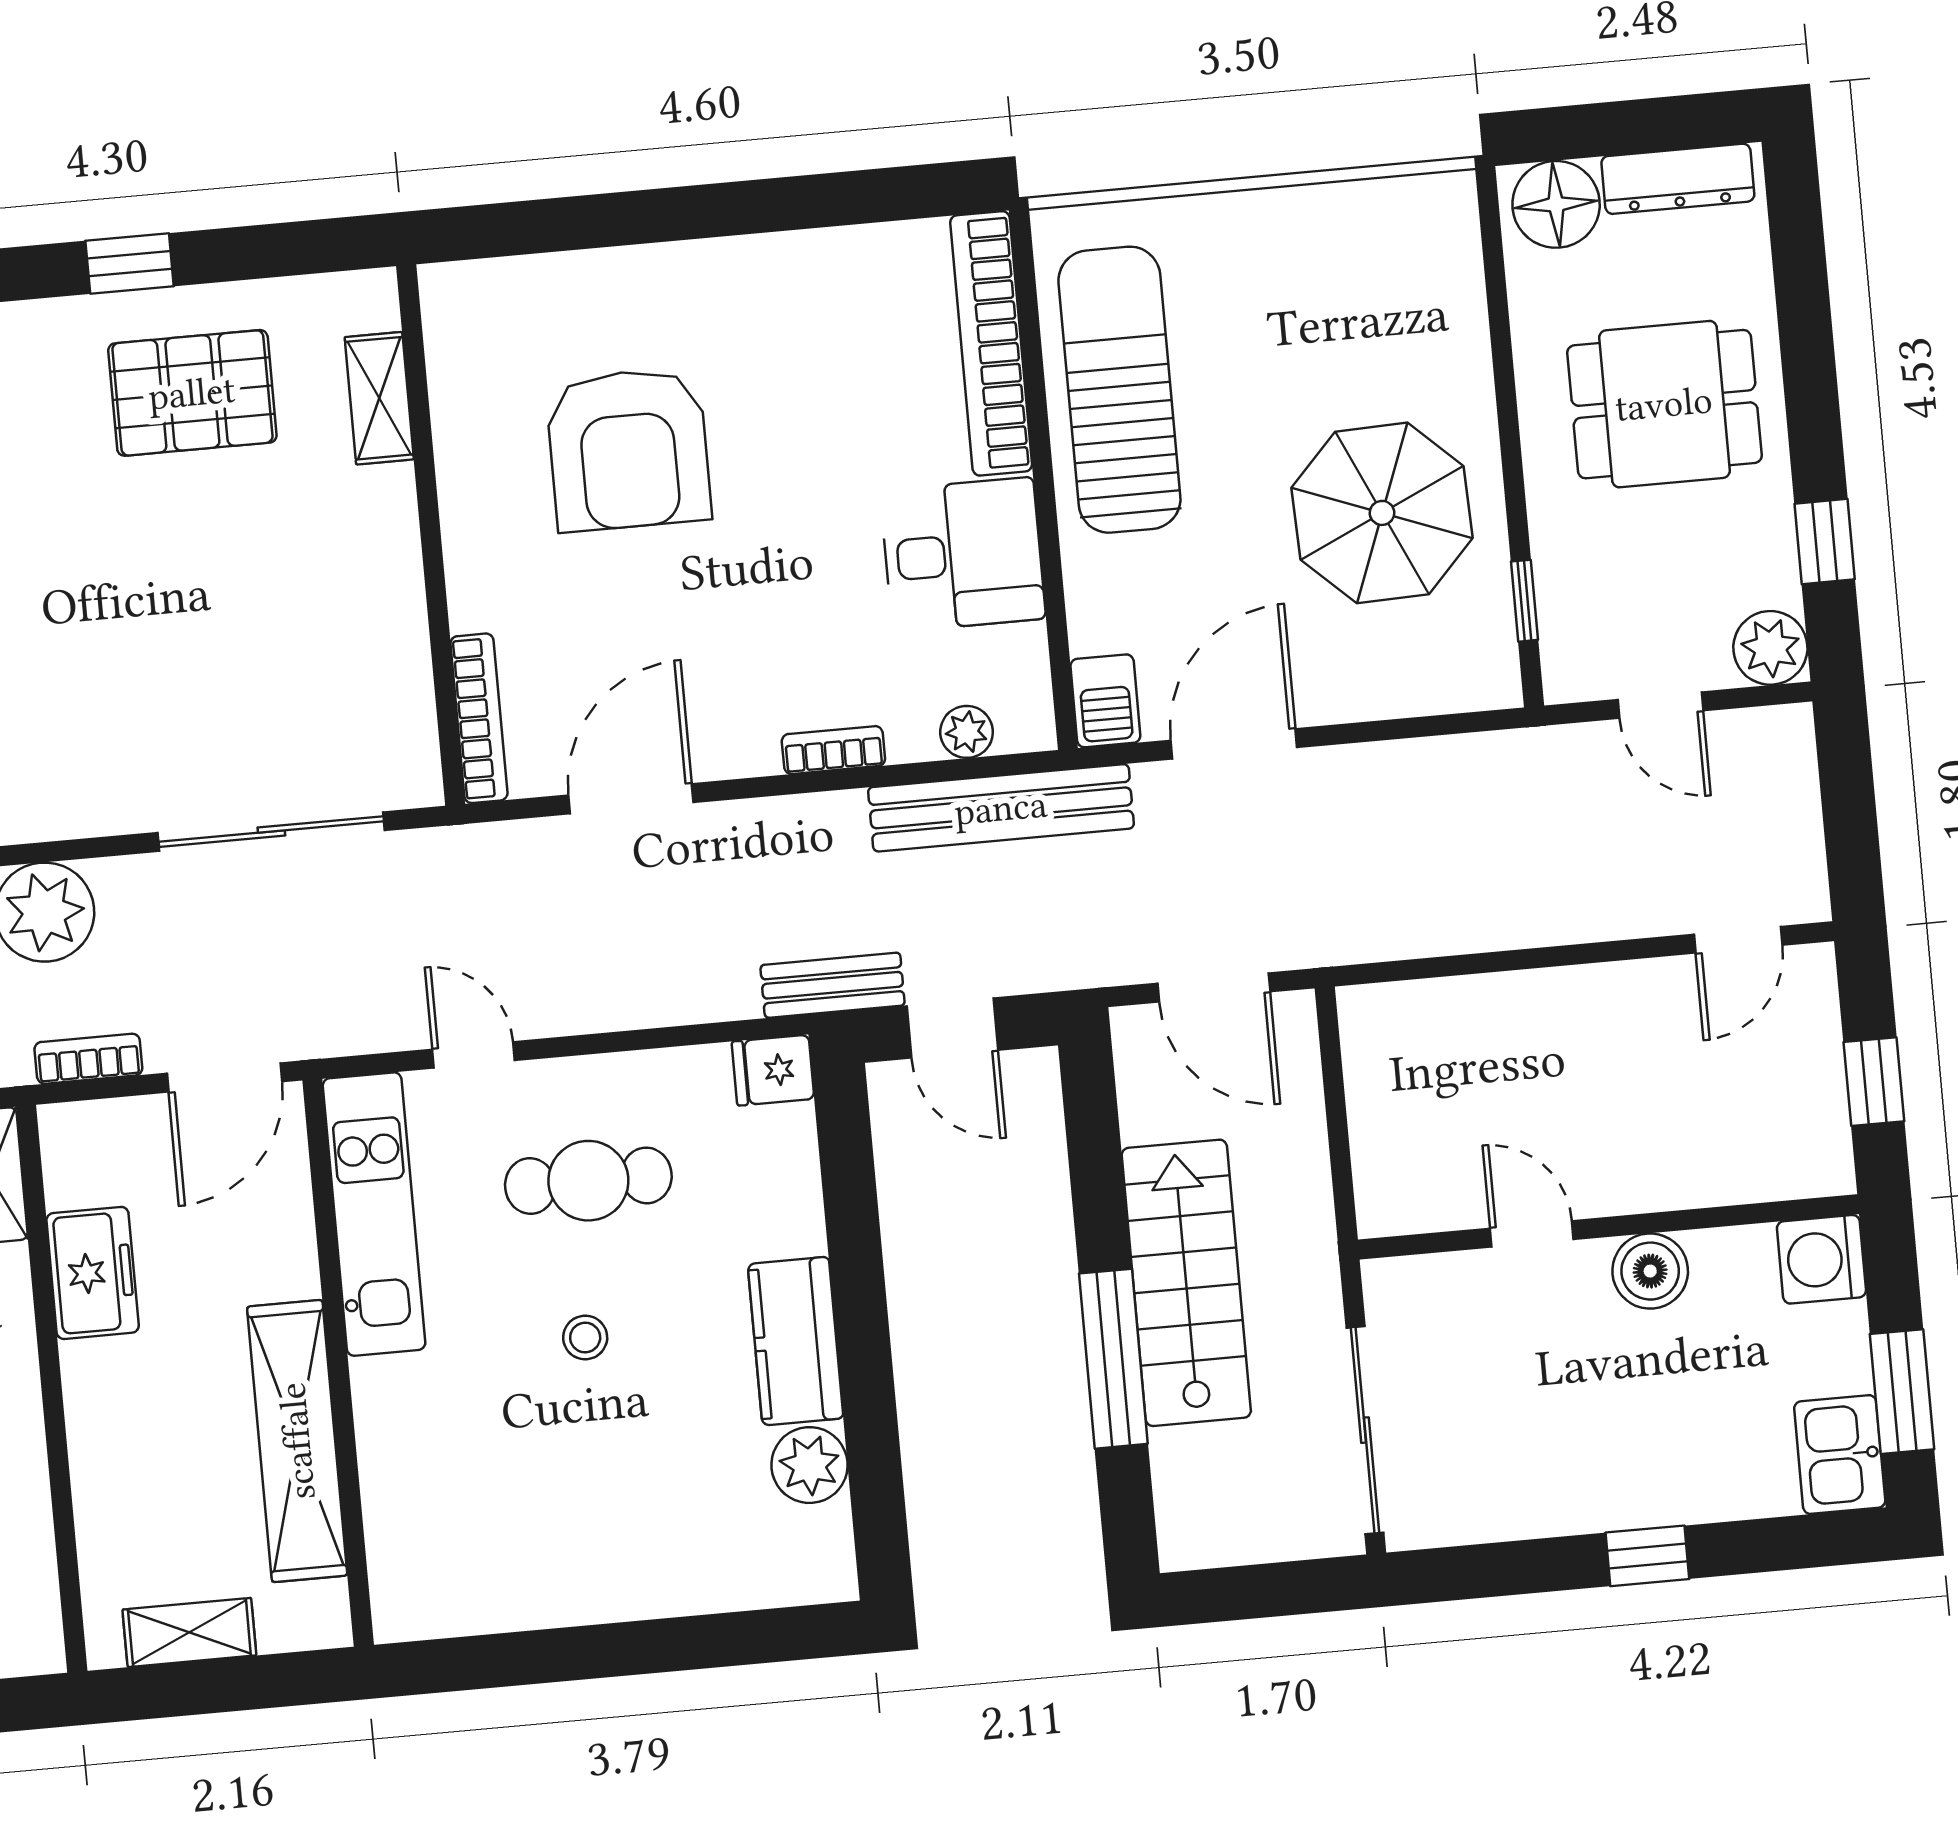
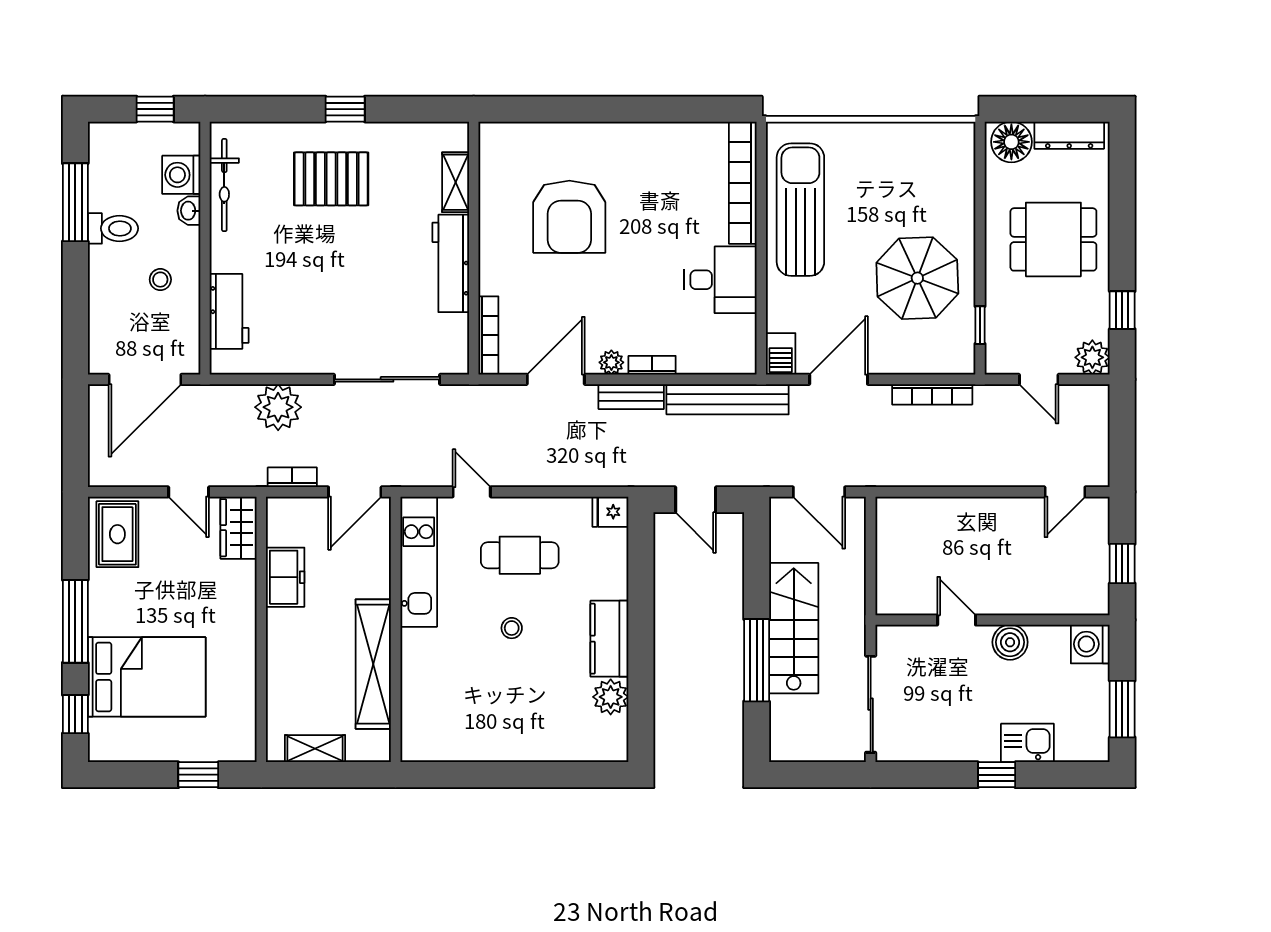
pallet: (192, 393) -> (331, 179), moved
workbench: (385, 572) -> (451, 263), added
plant: (967, 732) -> (611, 362), moved
bookcase: (1436, 758) -> (932, 394), added
bench: (833, 985) -> (631, 397), moved
kitchen sink: (1840, 1455) -> (1027, 743), moved, turned 90

